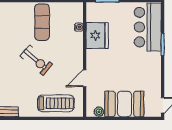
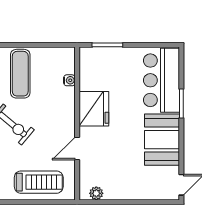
fridge: (97, 36) -> (94, 109), moved
booth: (124, 104) -> (162, 140), moved, turned 90

